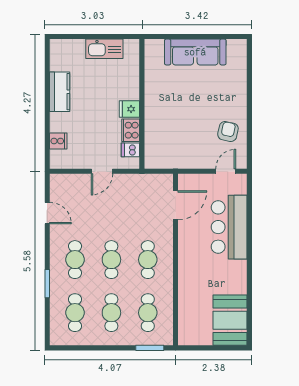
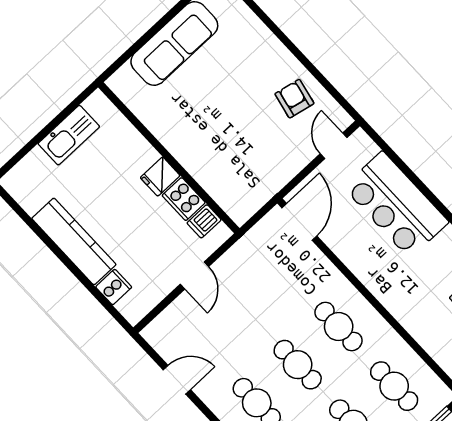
kitchen counter: (60, 92) -> (74, 241), width x1.50
door: (176, 205) -> (299, 222), moved

